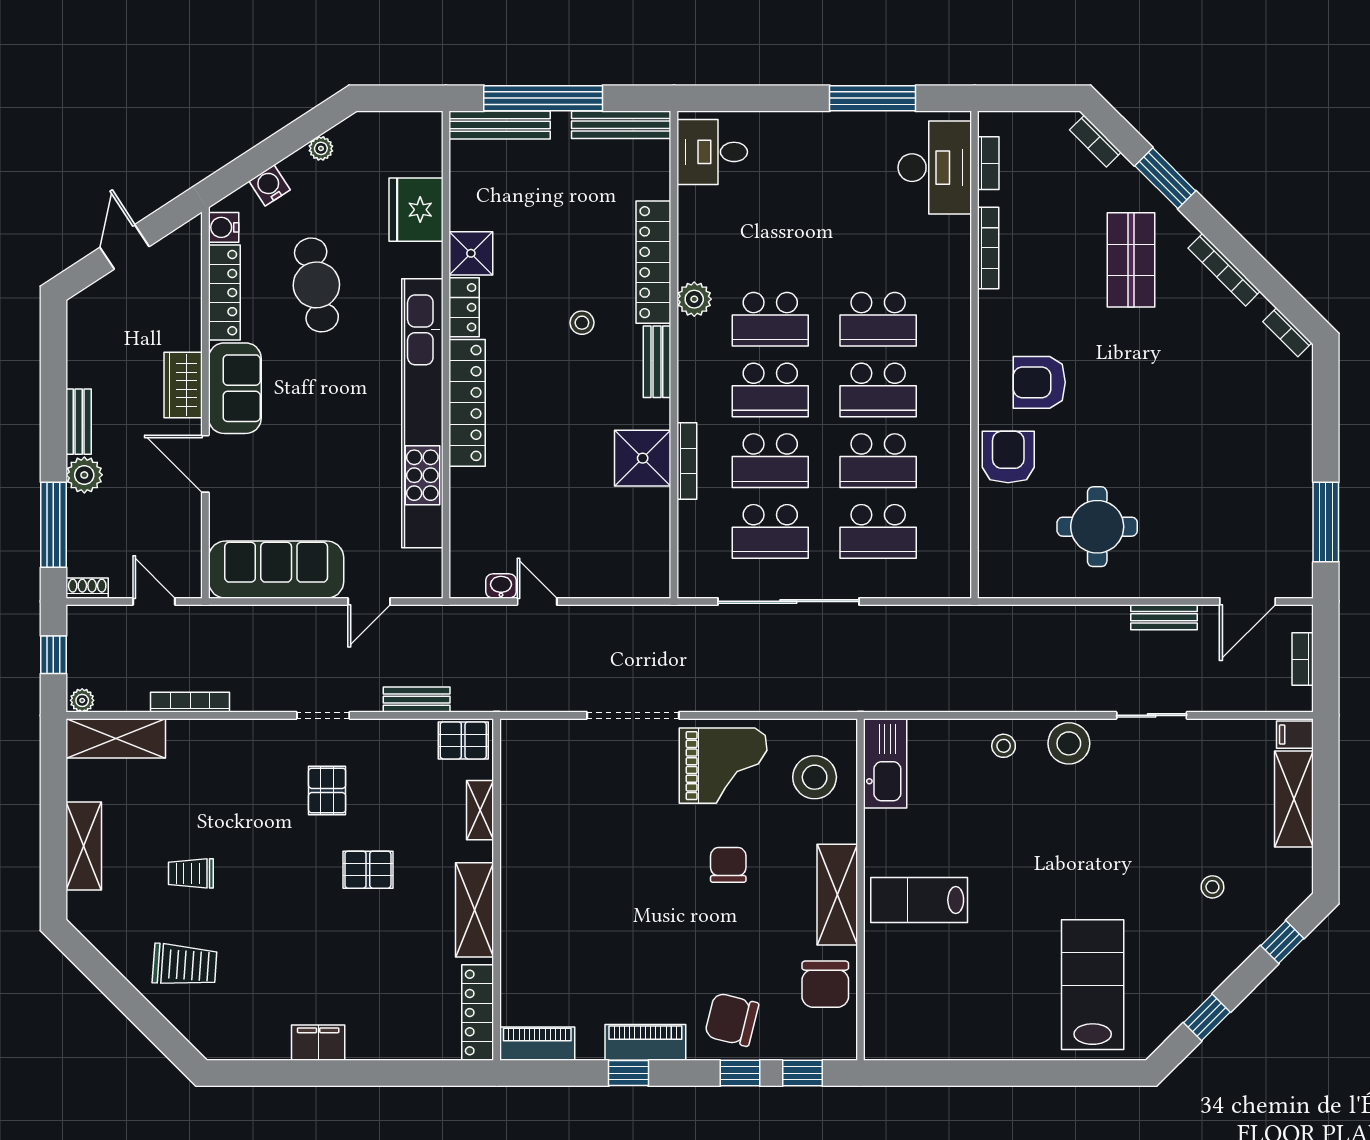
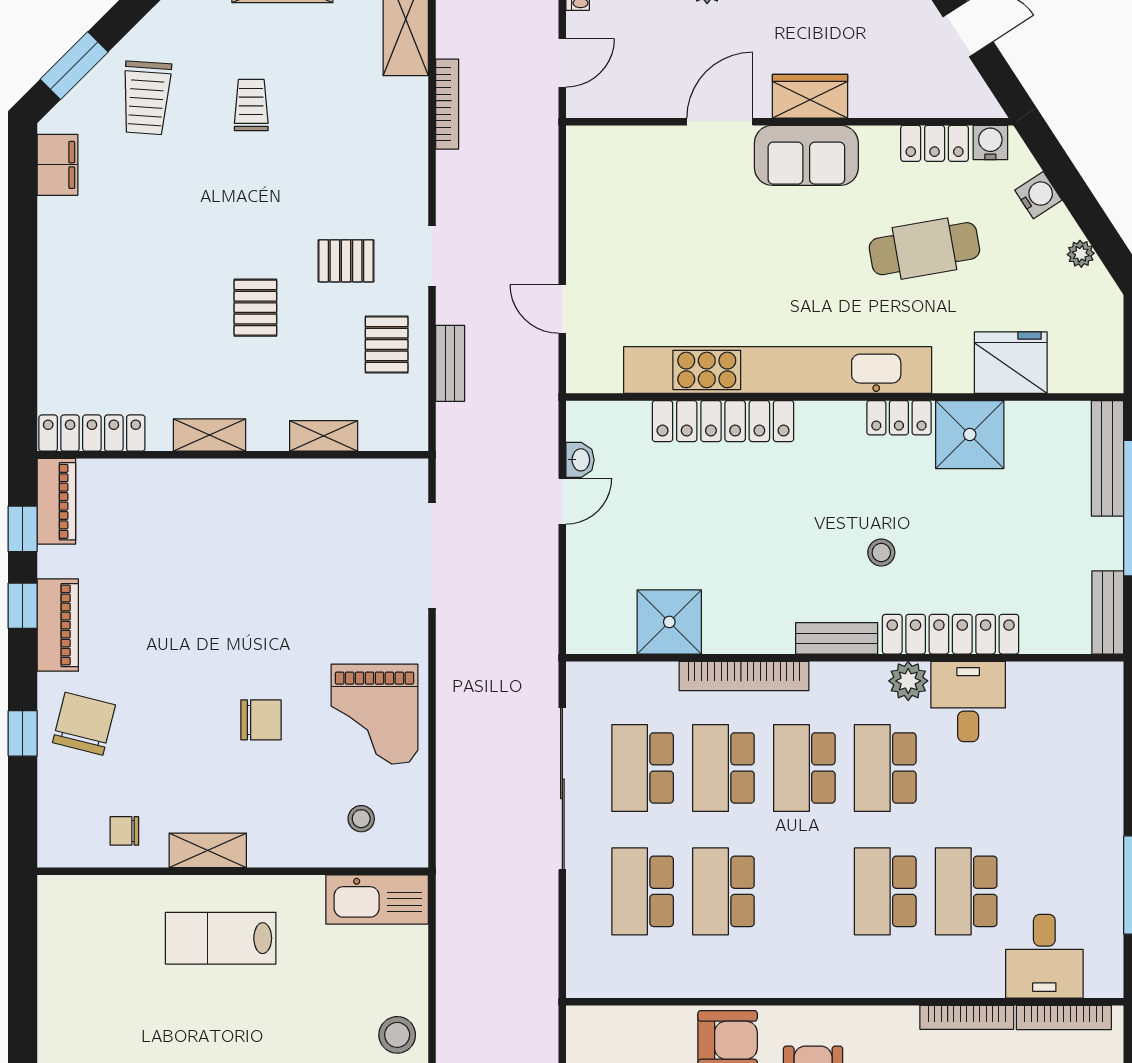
bench: (621, 125) -> (1108, 612), width x0.73
desk: (712, 152) -> (968, 701), moved
bookcase: (988, 163) -> (1064, 1017), width x1.56
desk: (935, 168) -> (1044, 956), width x0.73
shower: (471, 253) -> (970, 435), width x1.36, depth x1.36
locker: (224, 293) -> (935, 143), width x0.66
school desk: (878, 390) -> (966, 891), moved
locker: (467, 403) -> (723, 421), moved
shower: (643, 458) -> (669, 622), moved
bookcase: (687, 461) -> (744, 676), width x1.48, depth x1.31
sofa: (276, 570) -> (599, 203), removed
doorway: (633, 715) -> (432, 555), moved
pallet: (463, 740) -> (387, 345), moved
stool: (1004, 746) -> (397, 1035), width x1.37, depth x1.37
stool: (815, 777) -> (361, 819), width x0.53, depth x0.53
shelving: (837, 895) -> (208, 850), width x0.67, depth x0.75
lab bench: (919, 900) -> (221, 938), turned -90
shelving: (475, 910) -> (209, 435), width x0.67, depth x0.75
chair: (825, 984) -> (124, 831), width x0.54, depth x0.54
window: (156, 1028) -> (74, 66), added
filing cabinet: (318, 1043) -> (57, 165), moved
window: (802, 1073) -> (23, 529), moved

